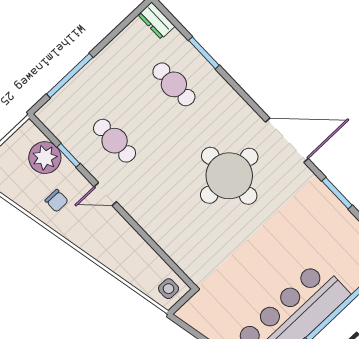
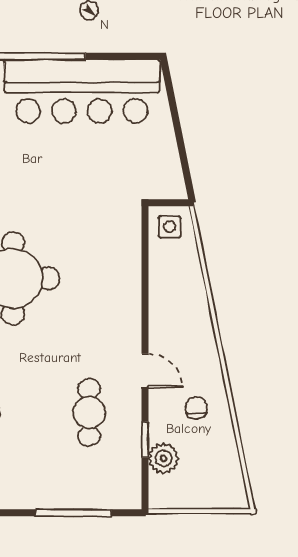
plant: (45, 158) -> (163, 458), width x0.73, depth x0.73

